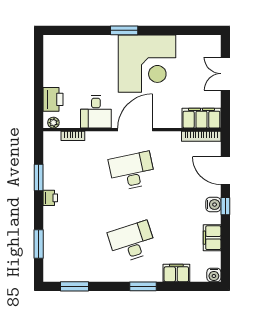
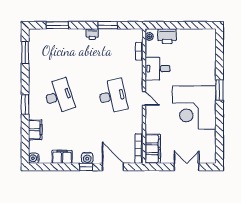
door: (135, 130) -> (144, 98), width x0.53
door: (225, 171) -> (113, 167), hinge flipped

